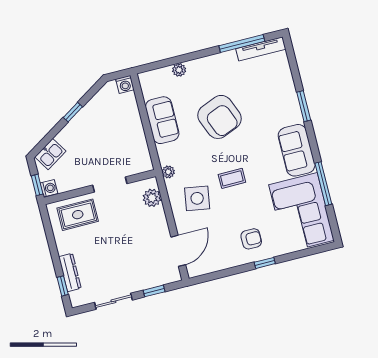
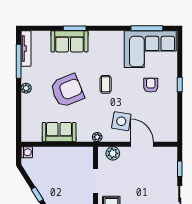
plant: (179, 70) -> (26, 88), moved
sofa: (297, 150) -> (69, 41), moved
coffee table: (232, 178) -> (106, 84), moved
window: (323, 184) -> (147, 28), moved
armchair: (251, 239) -> (151, 85), moved
door: (178, 251) -> (142, 144), moved

